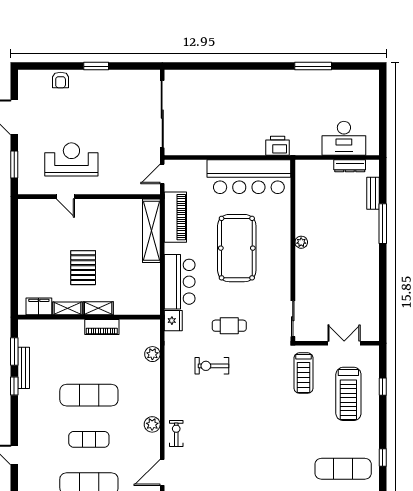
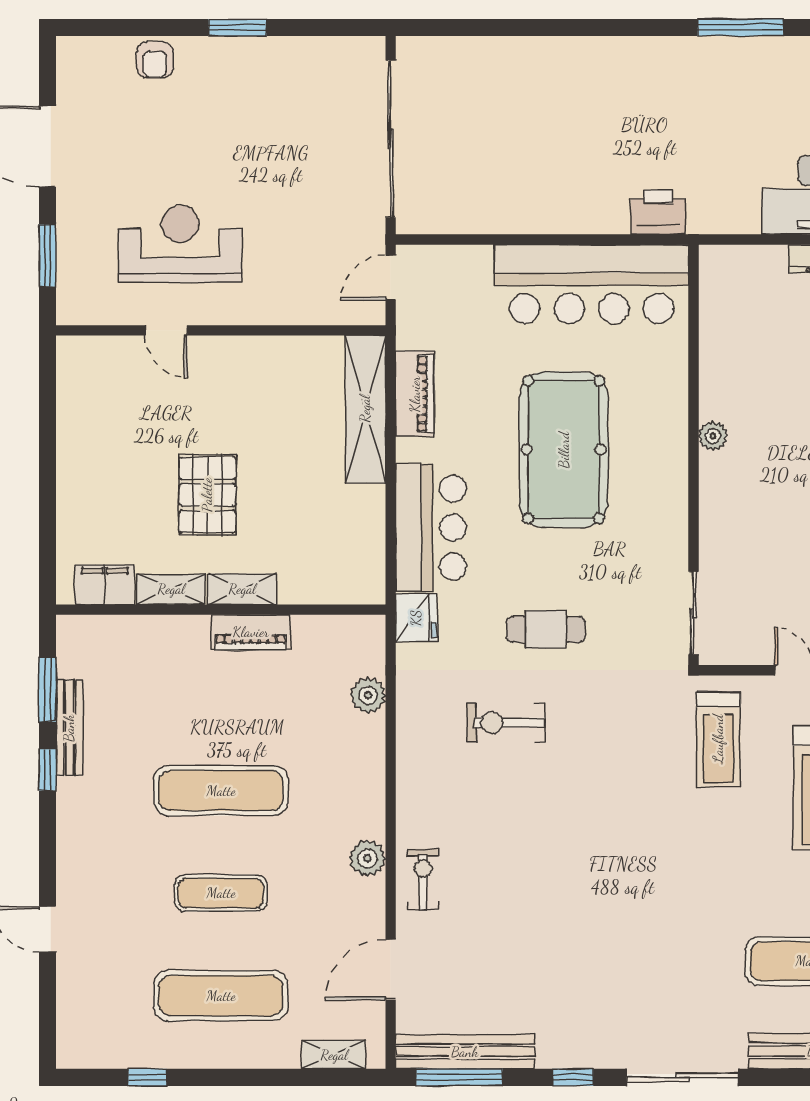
piano: (175, 217) -> (415, 394), width x0.73, depth x0.75

